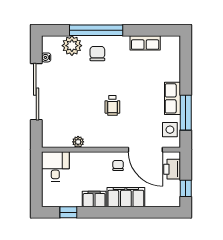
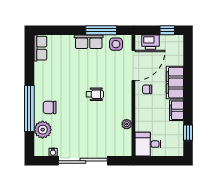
row of seats: (145, 43) -> (40, 48), moved

